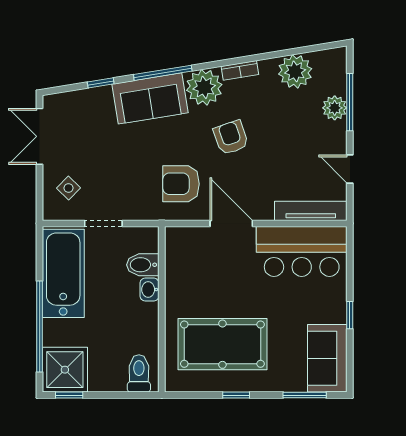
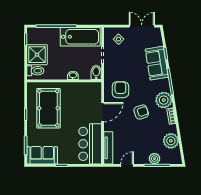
sofa: (150, 98) -> (157, 63), moved
bidet: (143, 265) -> (96, 72), moved
shower: (65, 370) -> (37, 55), moved

